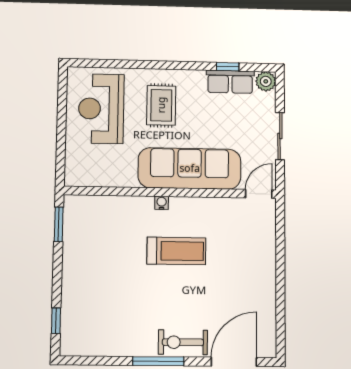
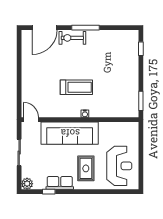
row of seats: (230, 82) -> (60, 183), moved
door: (259, 194) -> (31, 120), swing flipped
treadmill: (176, 251) -> (76, 87), turned 180
exercise bike: (183, 342) -> (72, 38), turned 180

